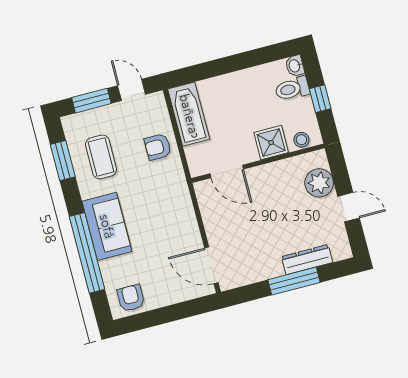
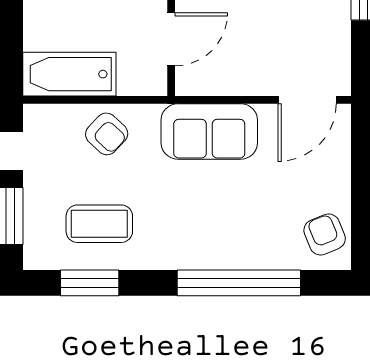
armchair: (158, 147) -> (107, 134), turned -47
sofa: (107, 226) -> (209, 131), moved, turned 180
armchair: (131, 298) -> (325, 234), turned 68

